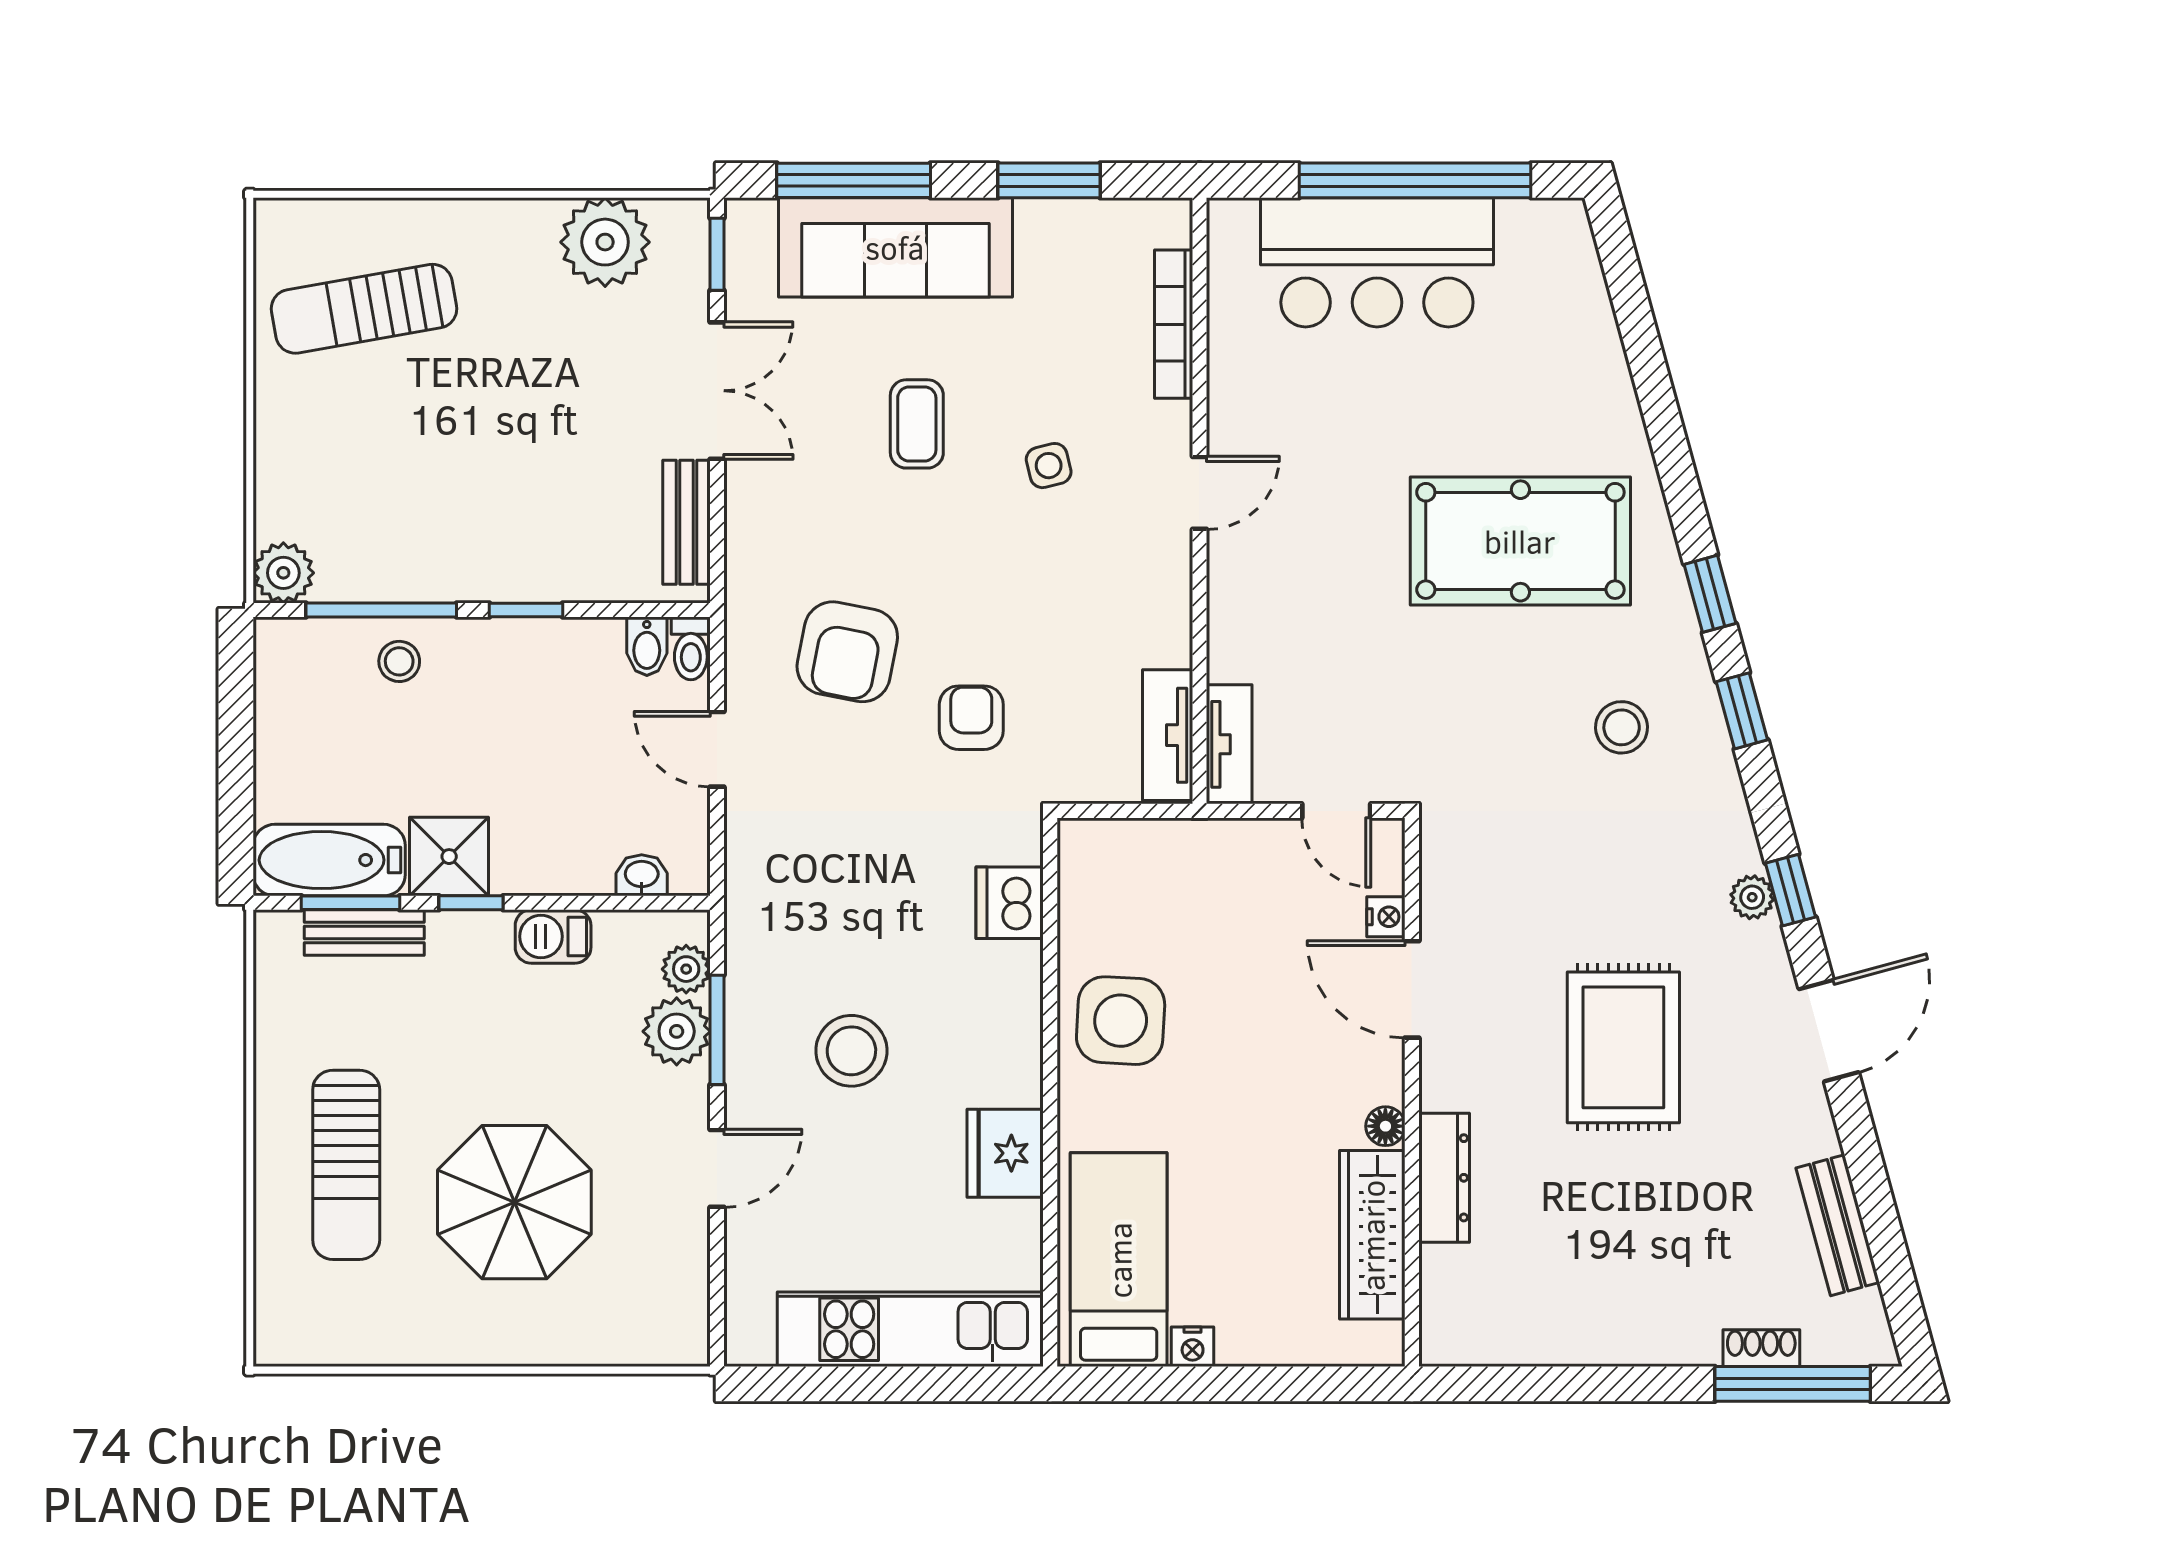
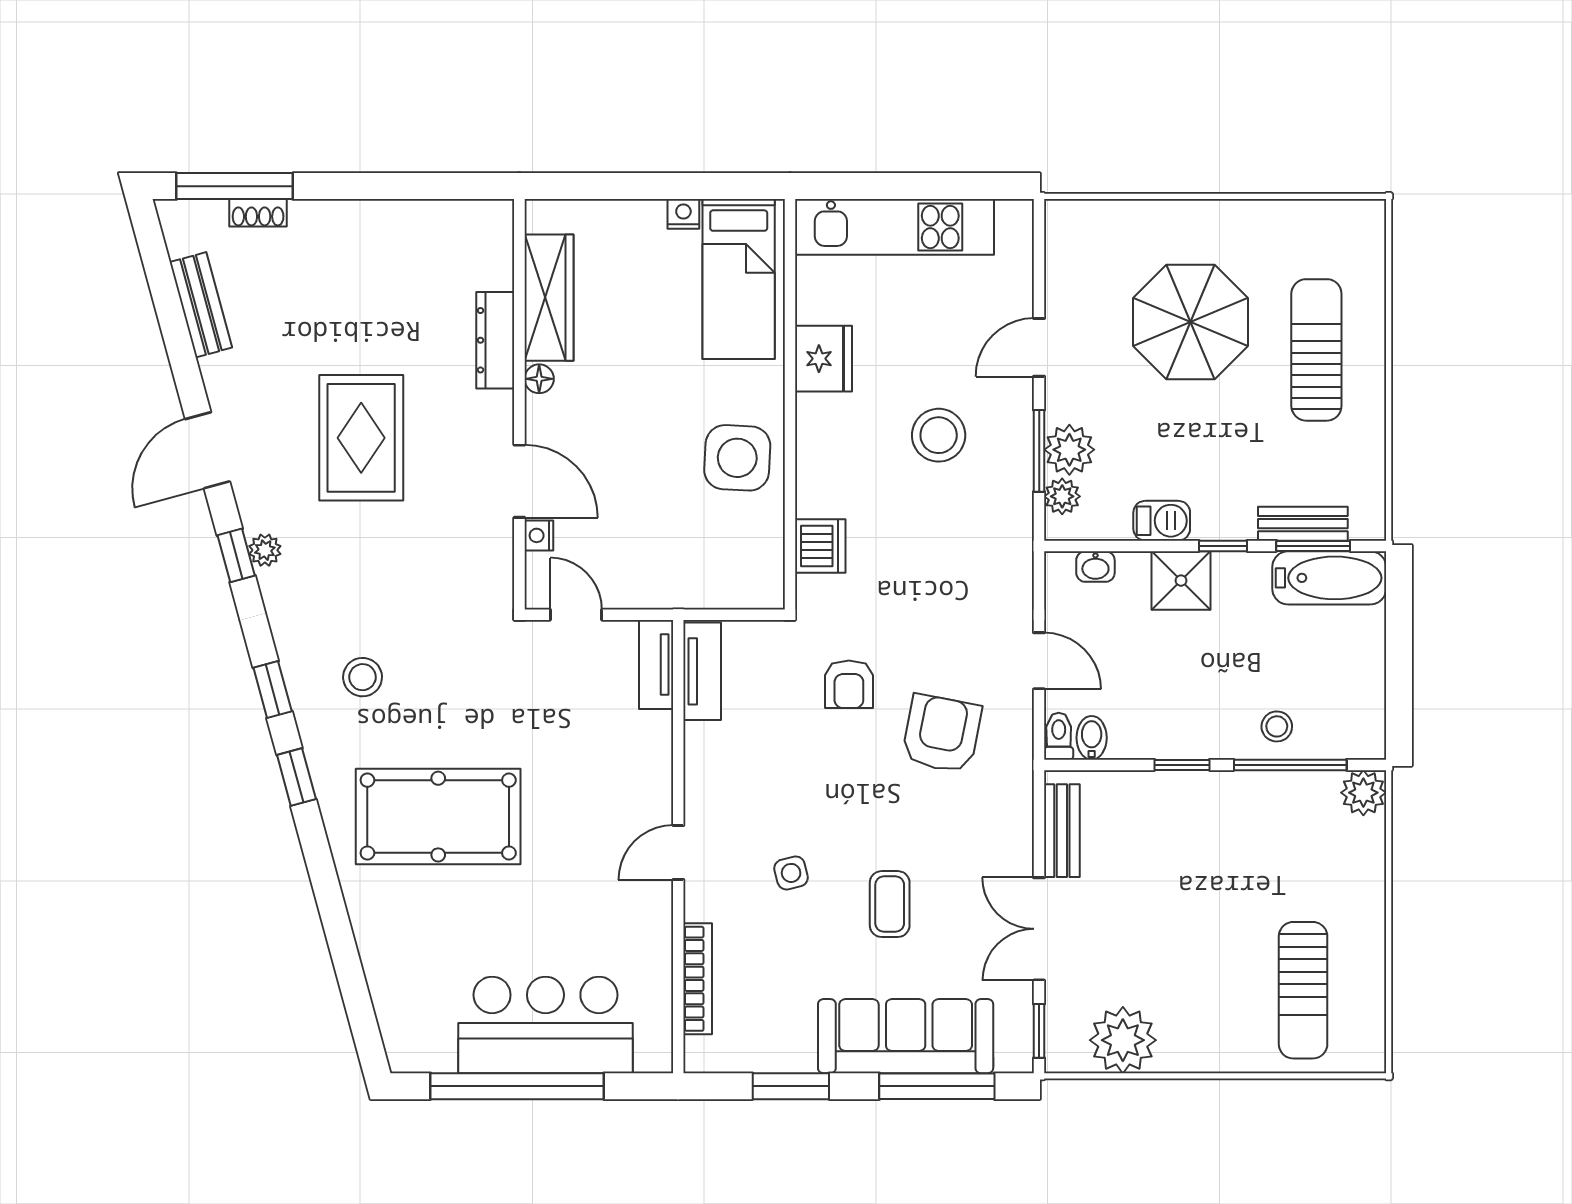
sun lounger: (364, 309) -> (1303, 990), turned 100
shower: (449, 857) -> (1181, 581), moved

